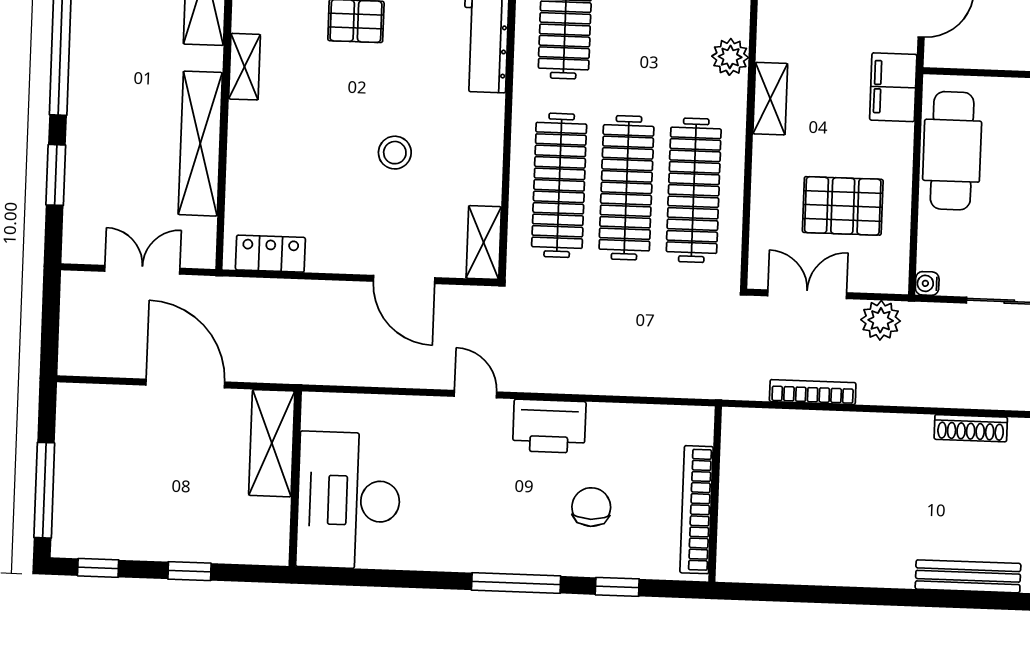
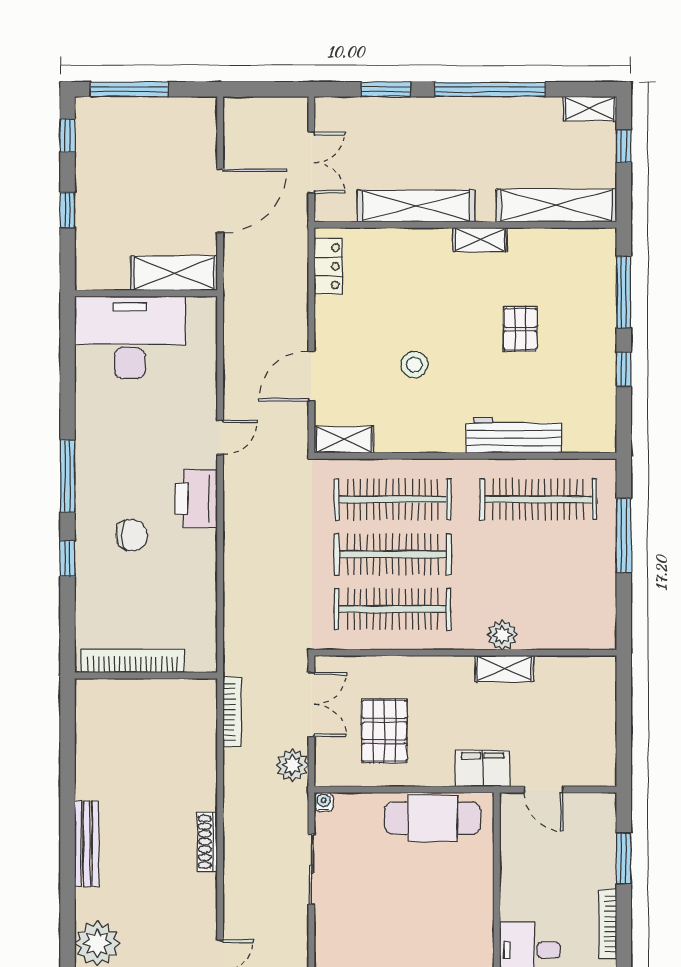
shelving: (770, 99) -> (504, 669), moved
wall: (715, 494) -> (146, 675), moved
bookcase: (697, 510) -> (133, 661), moved

